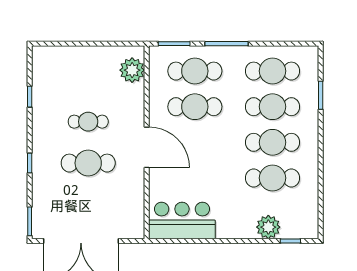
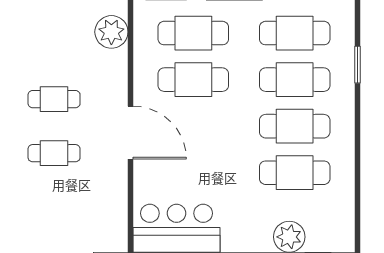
cafe table: (88, 163) -> (54, 153), width x0.73, depth x0.74

